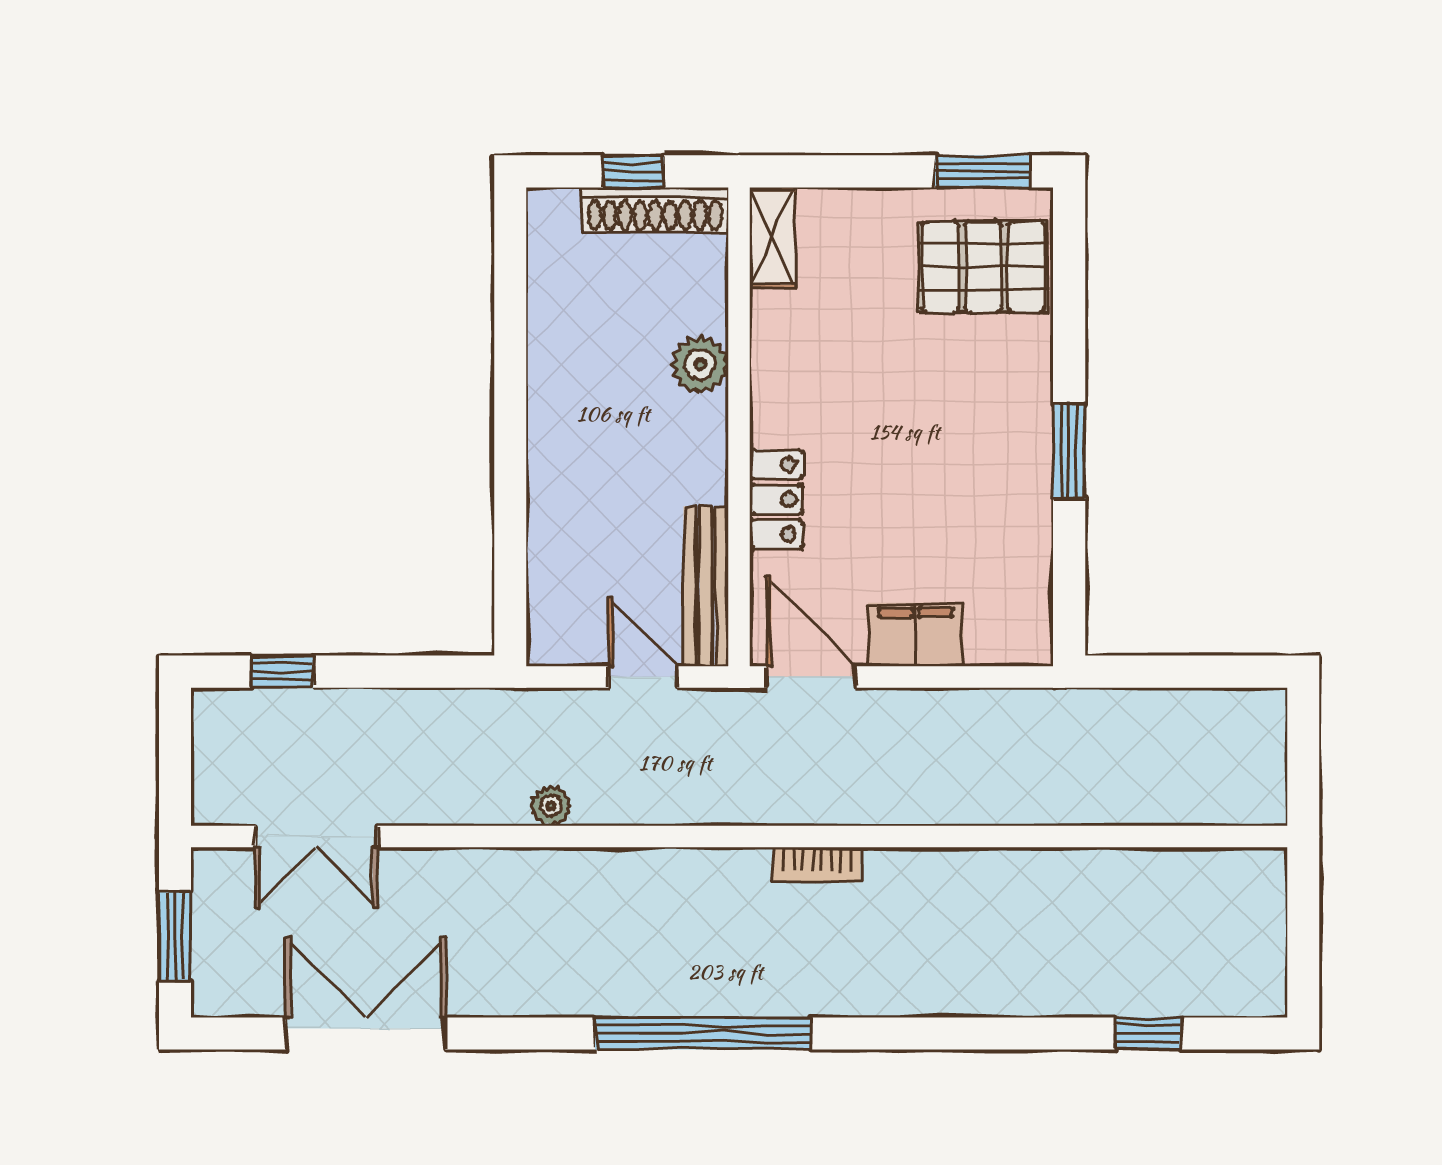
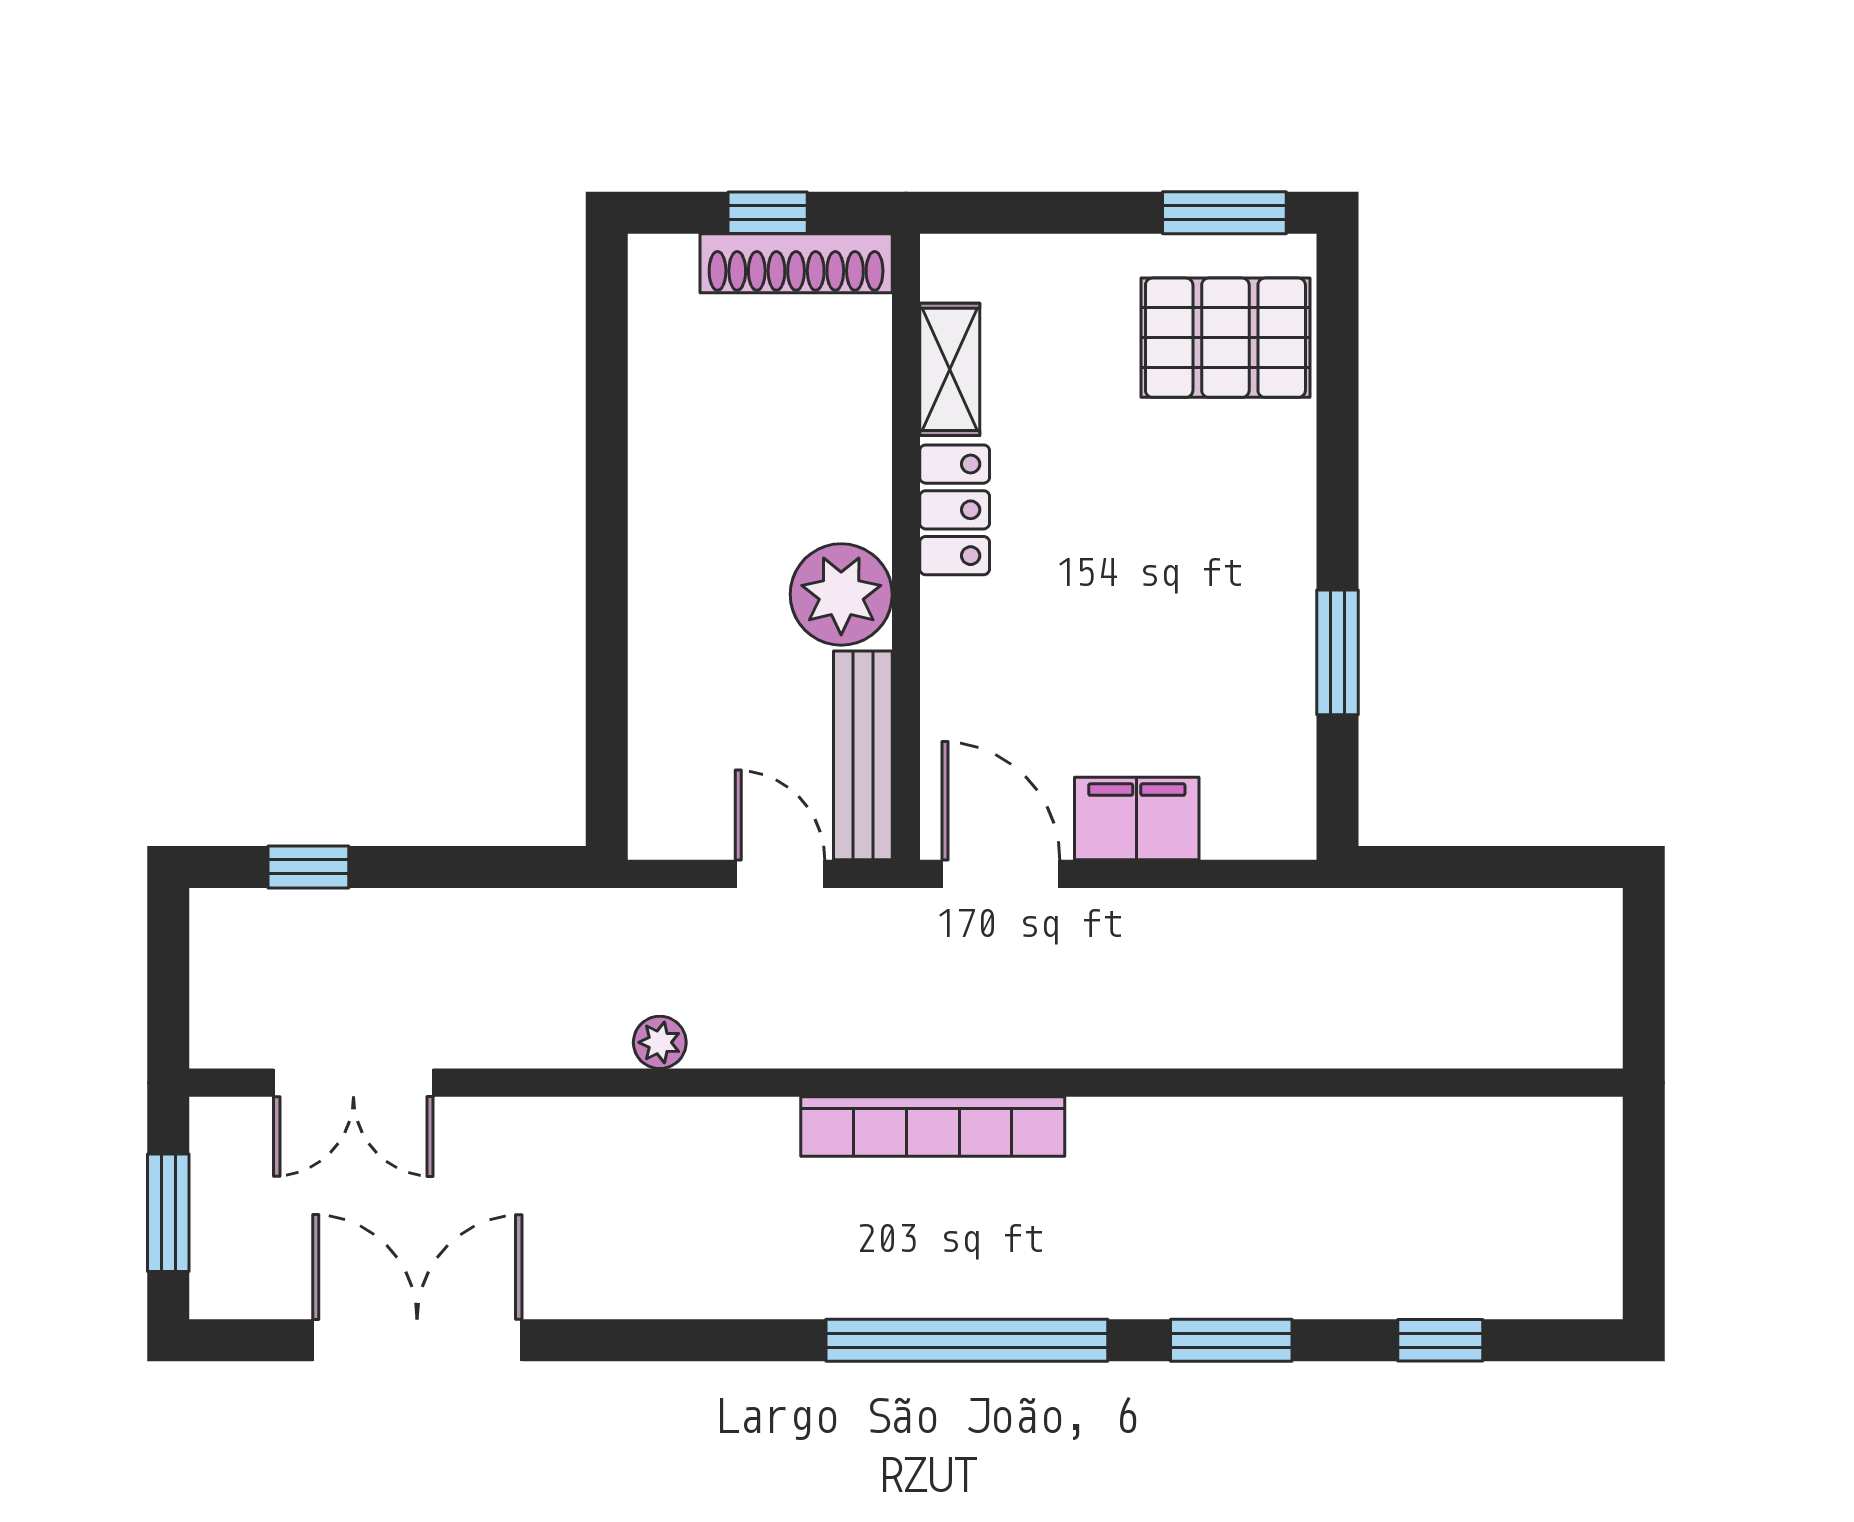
shelving: (773, 238) -> (950, 369), moved
plant: (700, 364) -> (841, 594), moved, width x1.36, depth x1.36
window: (1069, 451) -> (1338, 652), moved
locker: (776, 499) -> (955, 510), moved
bookcase: (817, 865) -> (933, 1126), width x2.31, depth x1.31
window: (703, 1034) -> (967, 1340), moved
window: (988, 1034) -> (1231, 1340), added

